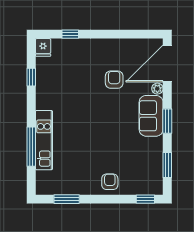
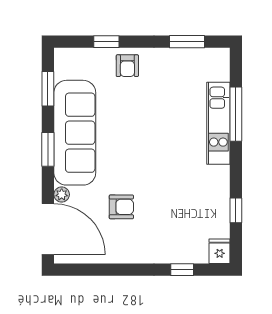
door: (167, 63) -> (48, 229), hinge flipped
armchair: (114, 80) -> (121, 207), turned -90
sofa: (151, 116) -> (75, 133), width x1.85, depth x1.27
window: (145, 199) -> (106, 42), moved

